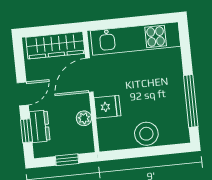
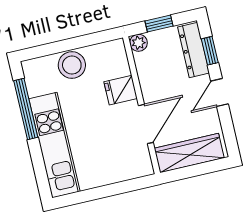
kitchen unit: (135, 39) -> (54, 145), moved, turned 90
plant: (84, 118) -> (139, 43), moved
dresser: (40, 126) -> (194, 50), width x1.44

